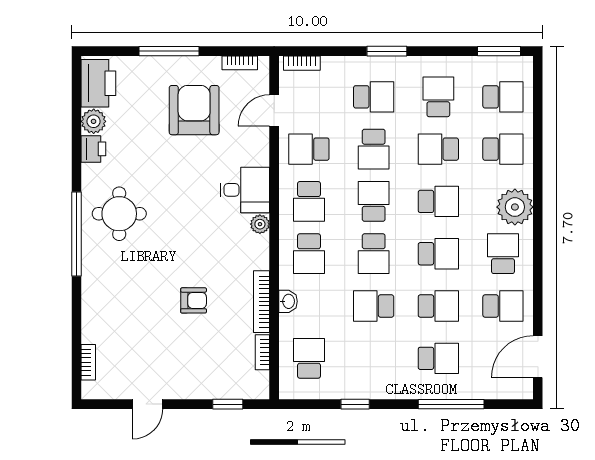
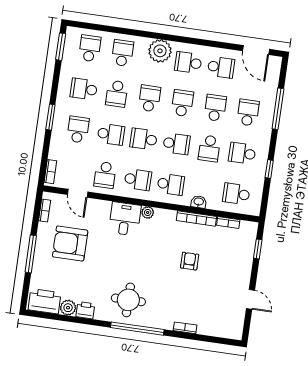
school desk: (503, 306) -> (221, 67), turned 90
school desk: (374, 358) -> (242, 153), added
bookcase: (88, 362) -> (185, 328), moved

